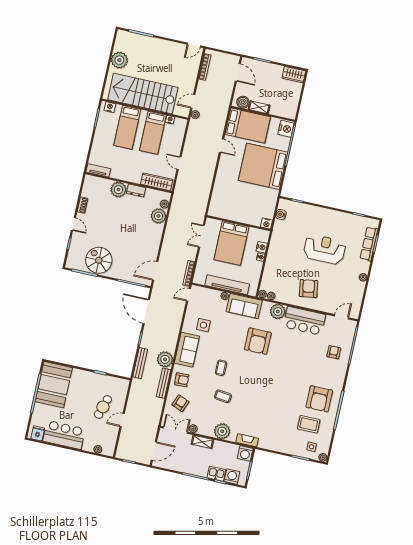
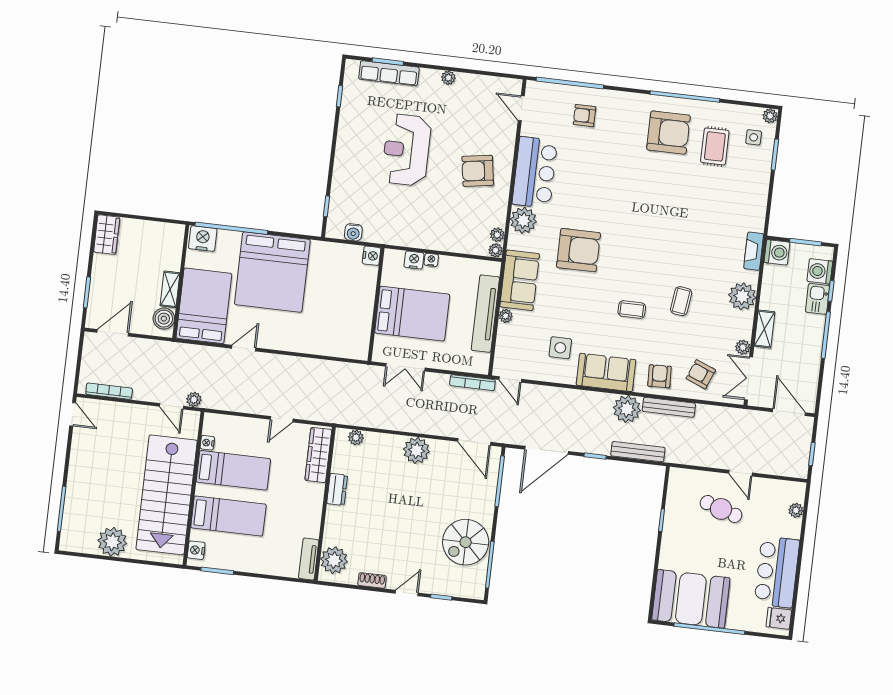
plant: (118, 190) -> (334, 560), moved
plant: (158, 216) -> (416, 450), moved

